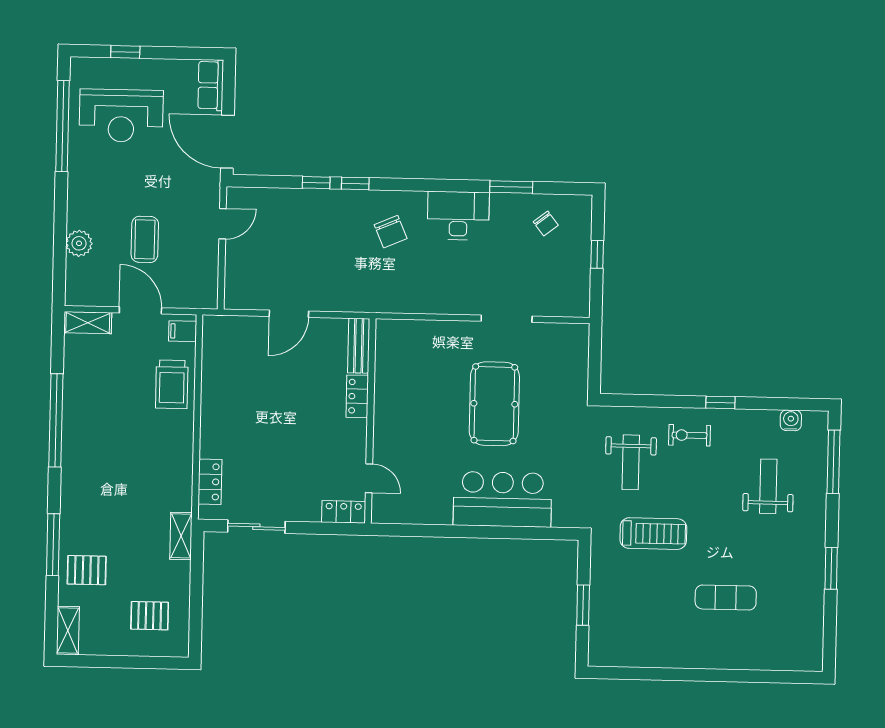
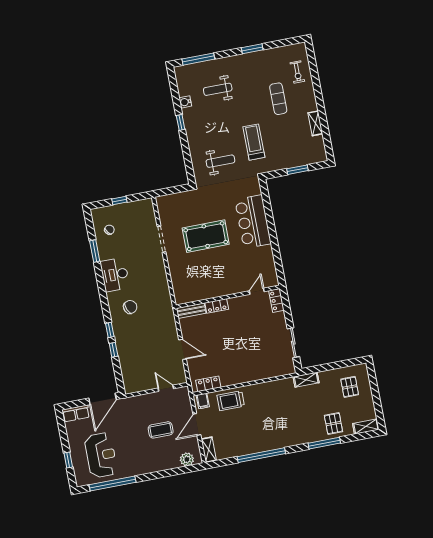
door: (223, 224) -> (166, 388), moved
plant: (79, 243) -> (187, 459), moved
trolley: (172, 384) -> (231, 401), turned 180
water cooler: (791, 420) -> (185, 102), moved
exercise bike: (689, 435) -> (297, 72), moved
locker: (210, 482) -> (208, 384), moved
shelving: (664, 658) -> (315, 123), added

